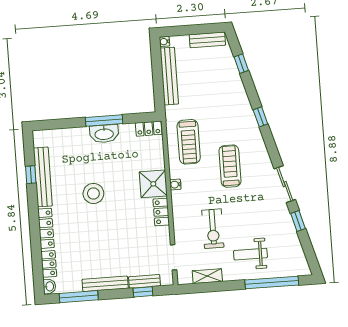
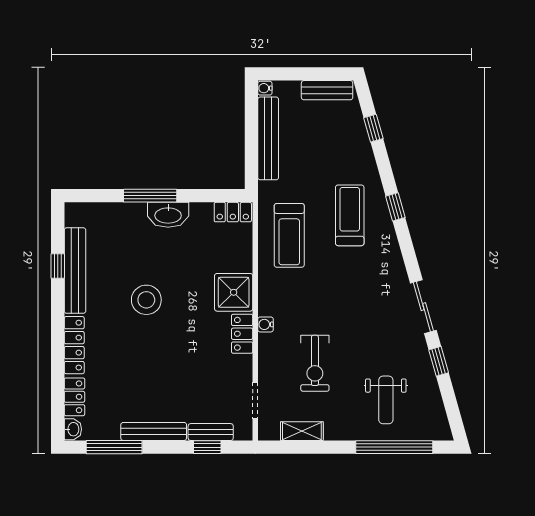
window: (104, 121) -> (150, 196), moved
treadmill: (230, 166) -> (350, 215), moved
water cooler: (175, 185) -> (265, 324), moved
weight bench: (250, 254) -> (386, 400), moved, turned -90

